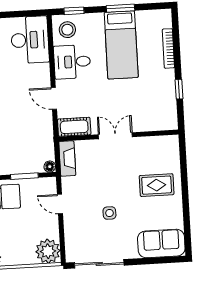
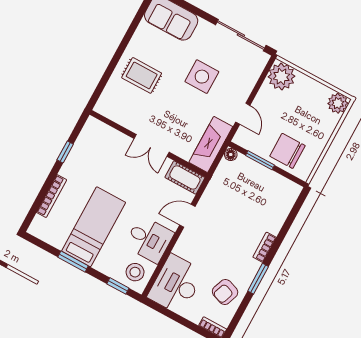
door: (54, 98) -> (187, 216), swing flipped
fireplace: (67, 158) -> (211, 144), width x1.37, depth x1.32
side table: (109, 213) -> (202, 77), width x1.87, depth x1.87

